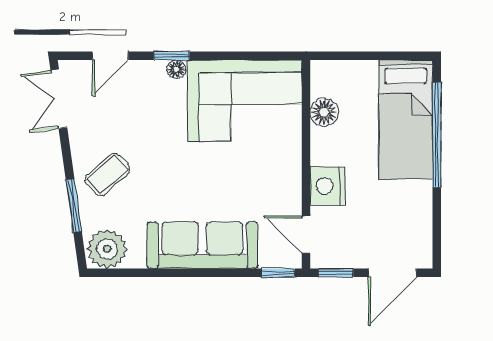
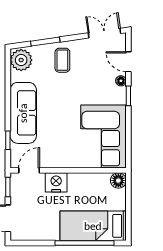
floor lamp: (176, 69) -> (121, 81), moved
floor lamp: (324, 112) -> (118, 181), moved
coffee table: (107, 175) -> (62, 60), turned 41
window: (278, 273) -> (8, 140), moved

